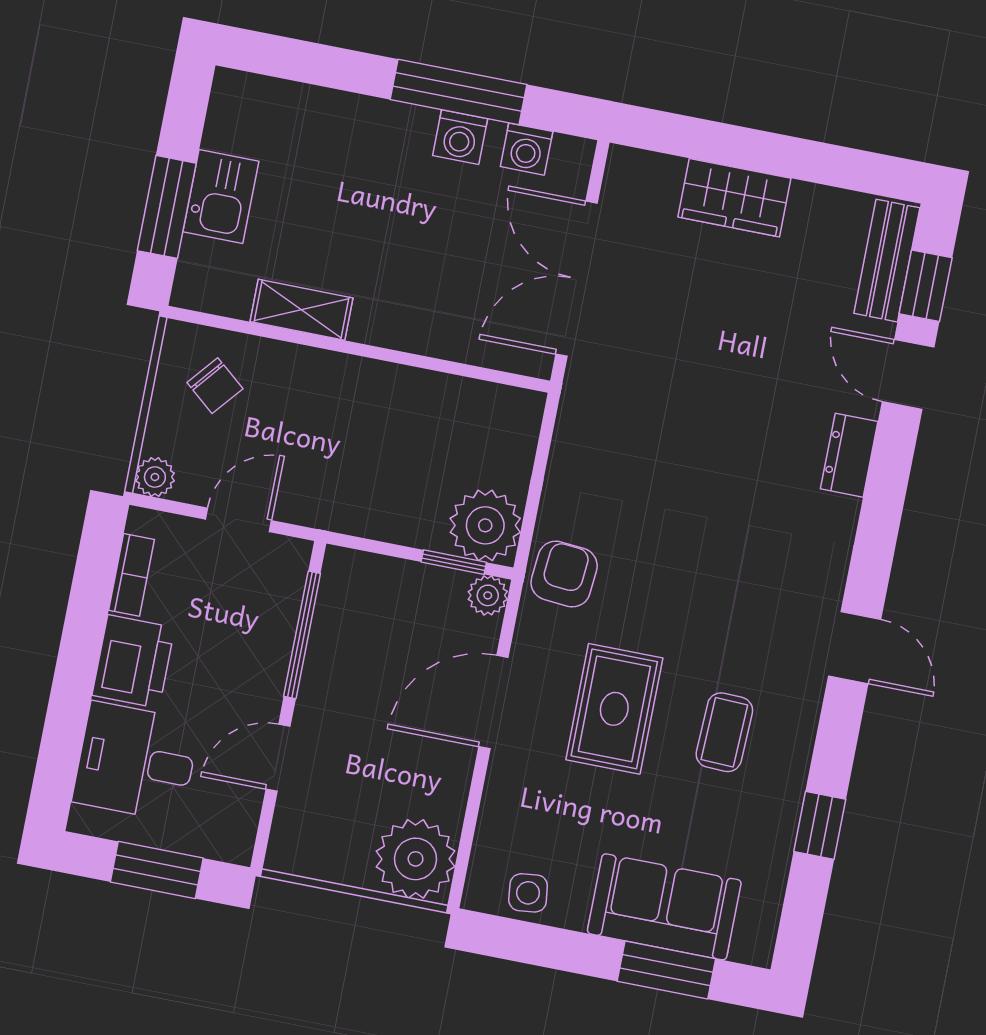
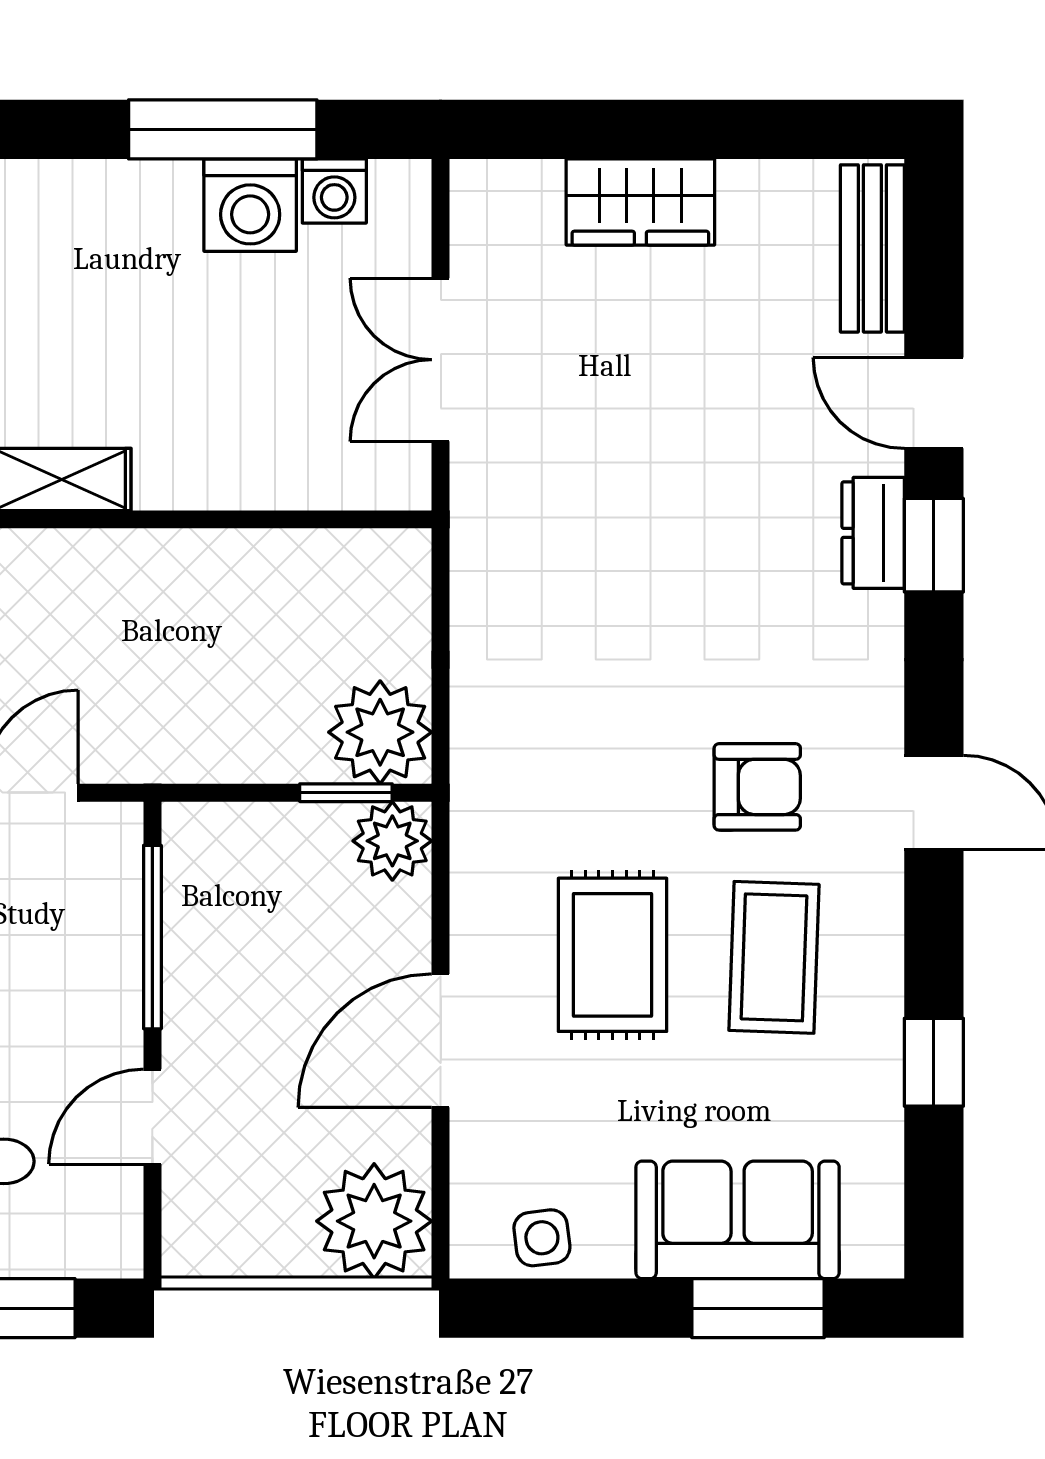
washing machine: (460, 137) -> (250, 205), width x1.38, depth x1.38
double door: (577, 279) -> (441, 360), width x0.73
window: (926, 286) -> (934, 545), moved
armchair: (564, 574) -> (757, 787), moved, turned 85
plant: (488, 595) -> (392, 841), width x1.38, depth x1.38
door: (493, 702) -> (441, 1041), moved
coffee table: (724, 732) -> (774, 957), width x1.36, depth x1.30

